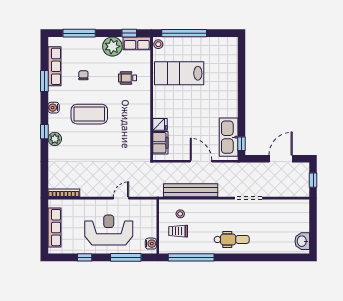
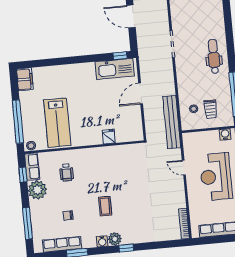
coffee table: (89, 114) -> (105, 206), width x0.54, depth x0.58
plant: (55, 139) -> (115, 239), moved
filing cabinet: (160, 143) -> (25, 79), moved, turned 90
bench: (191, 190) -> (172, 122), moved

